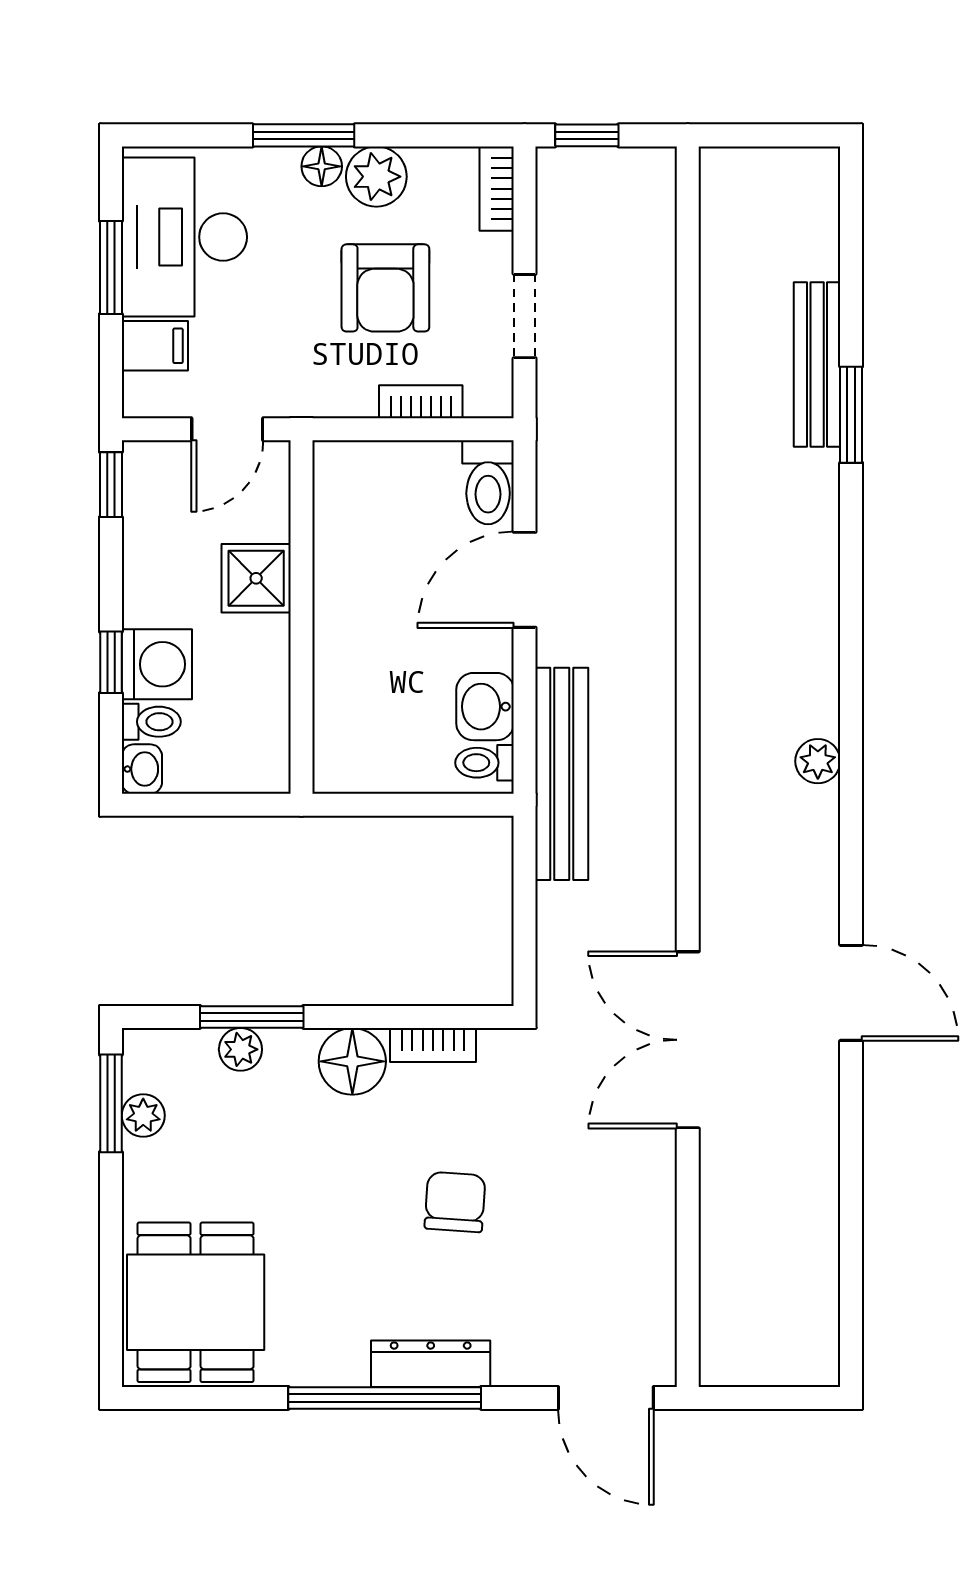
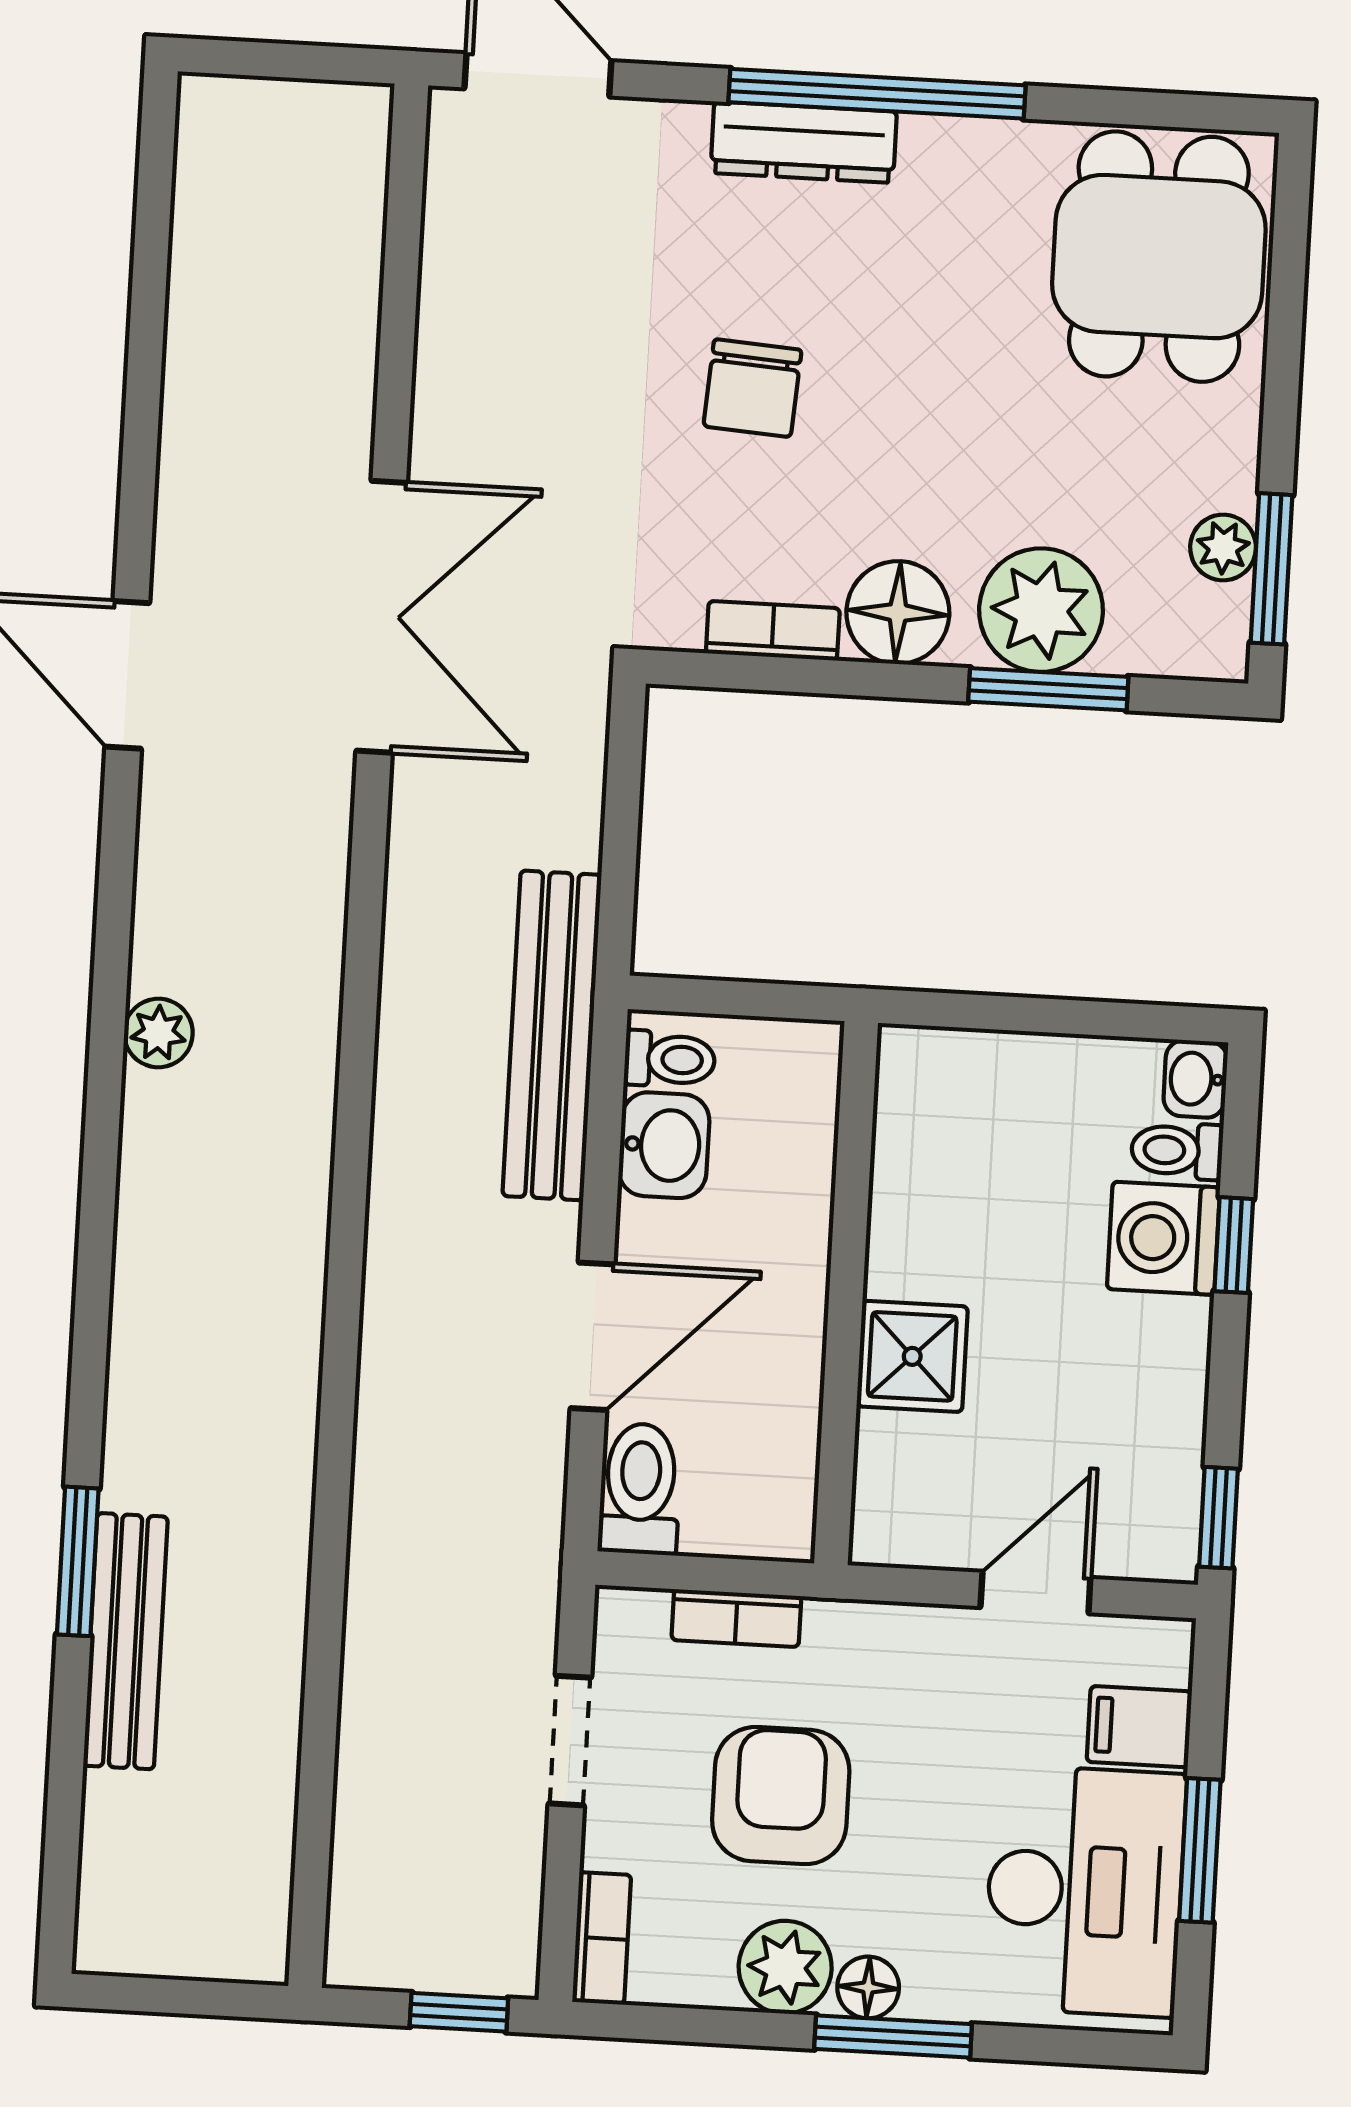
shower: (256, 578) -> (912, 1356), moved
wall: (301, 617) -> (846, 1293), moved
plant: (240, 1049) -> (1041, 610), width x1.87, depth x1.87

